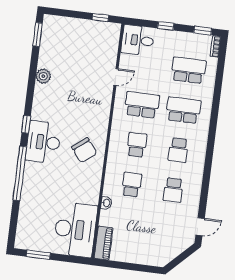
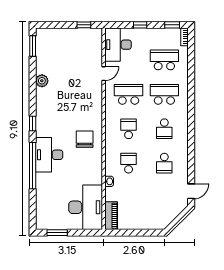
desk: (138, 40) -> (118, 45), width x1.37
desk: (43, 142) -> (49, 155), moved
chair: (84, 150) -> (85, 139), turned -142

